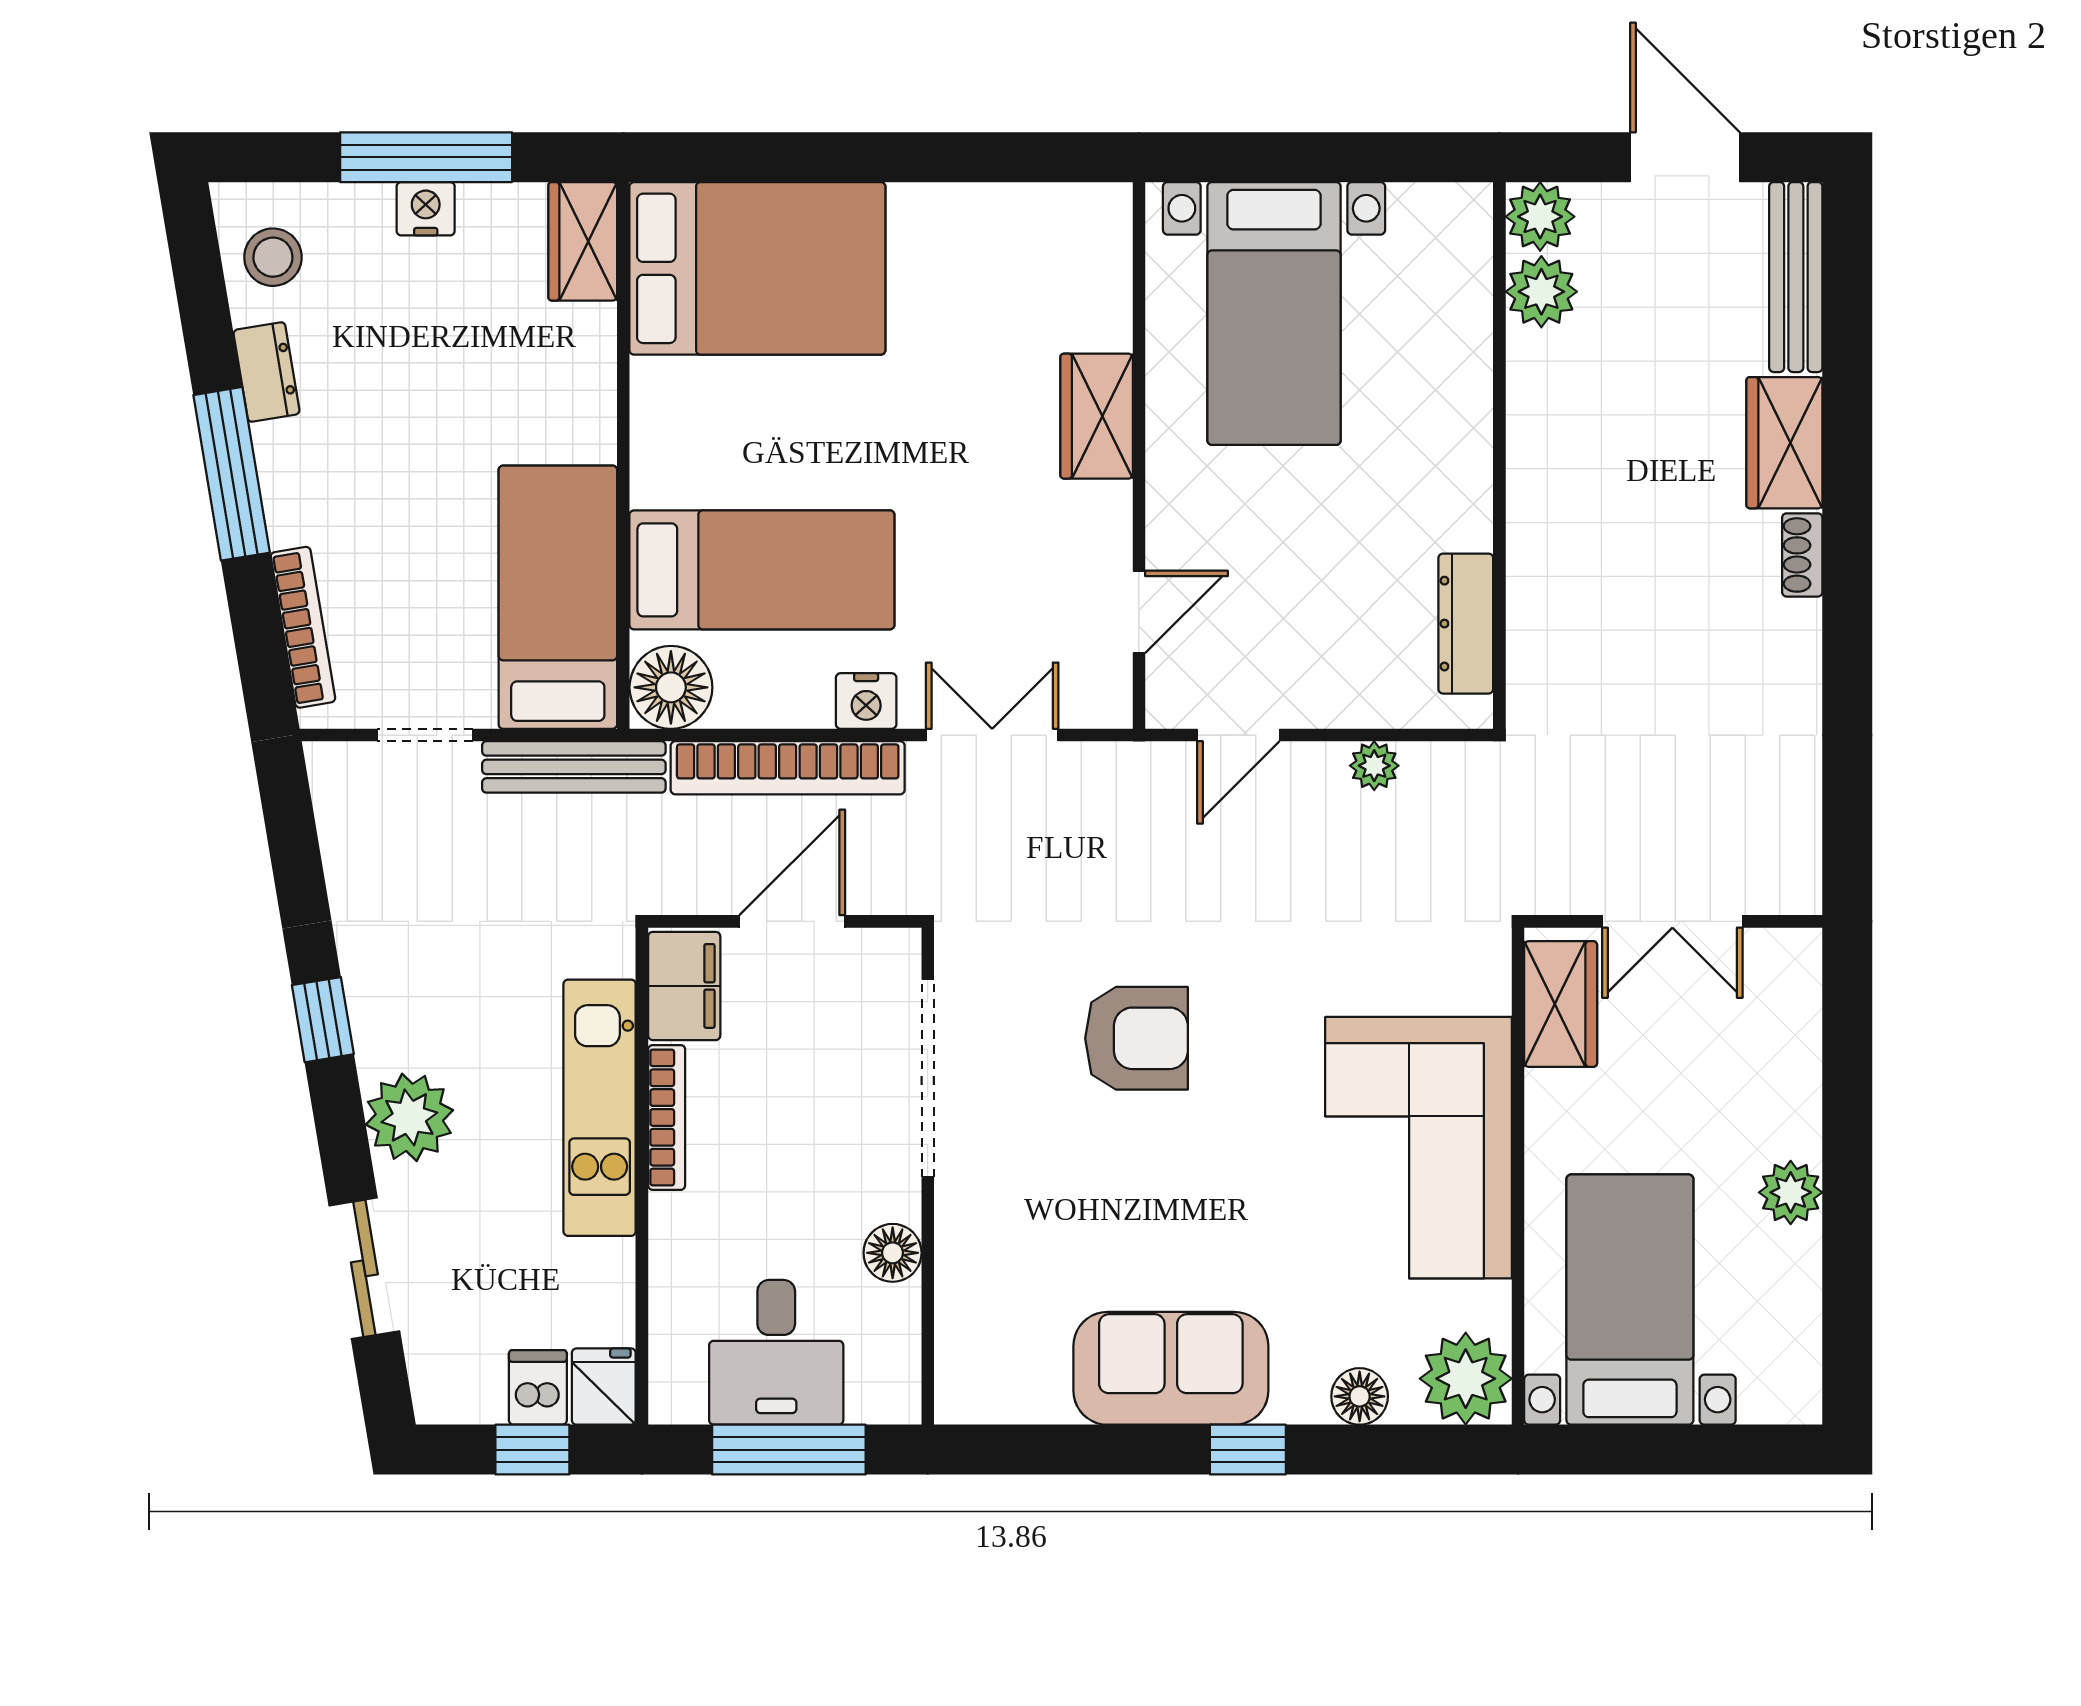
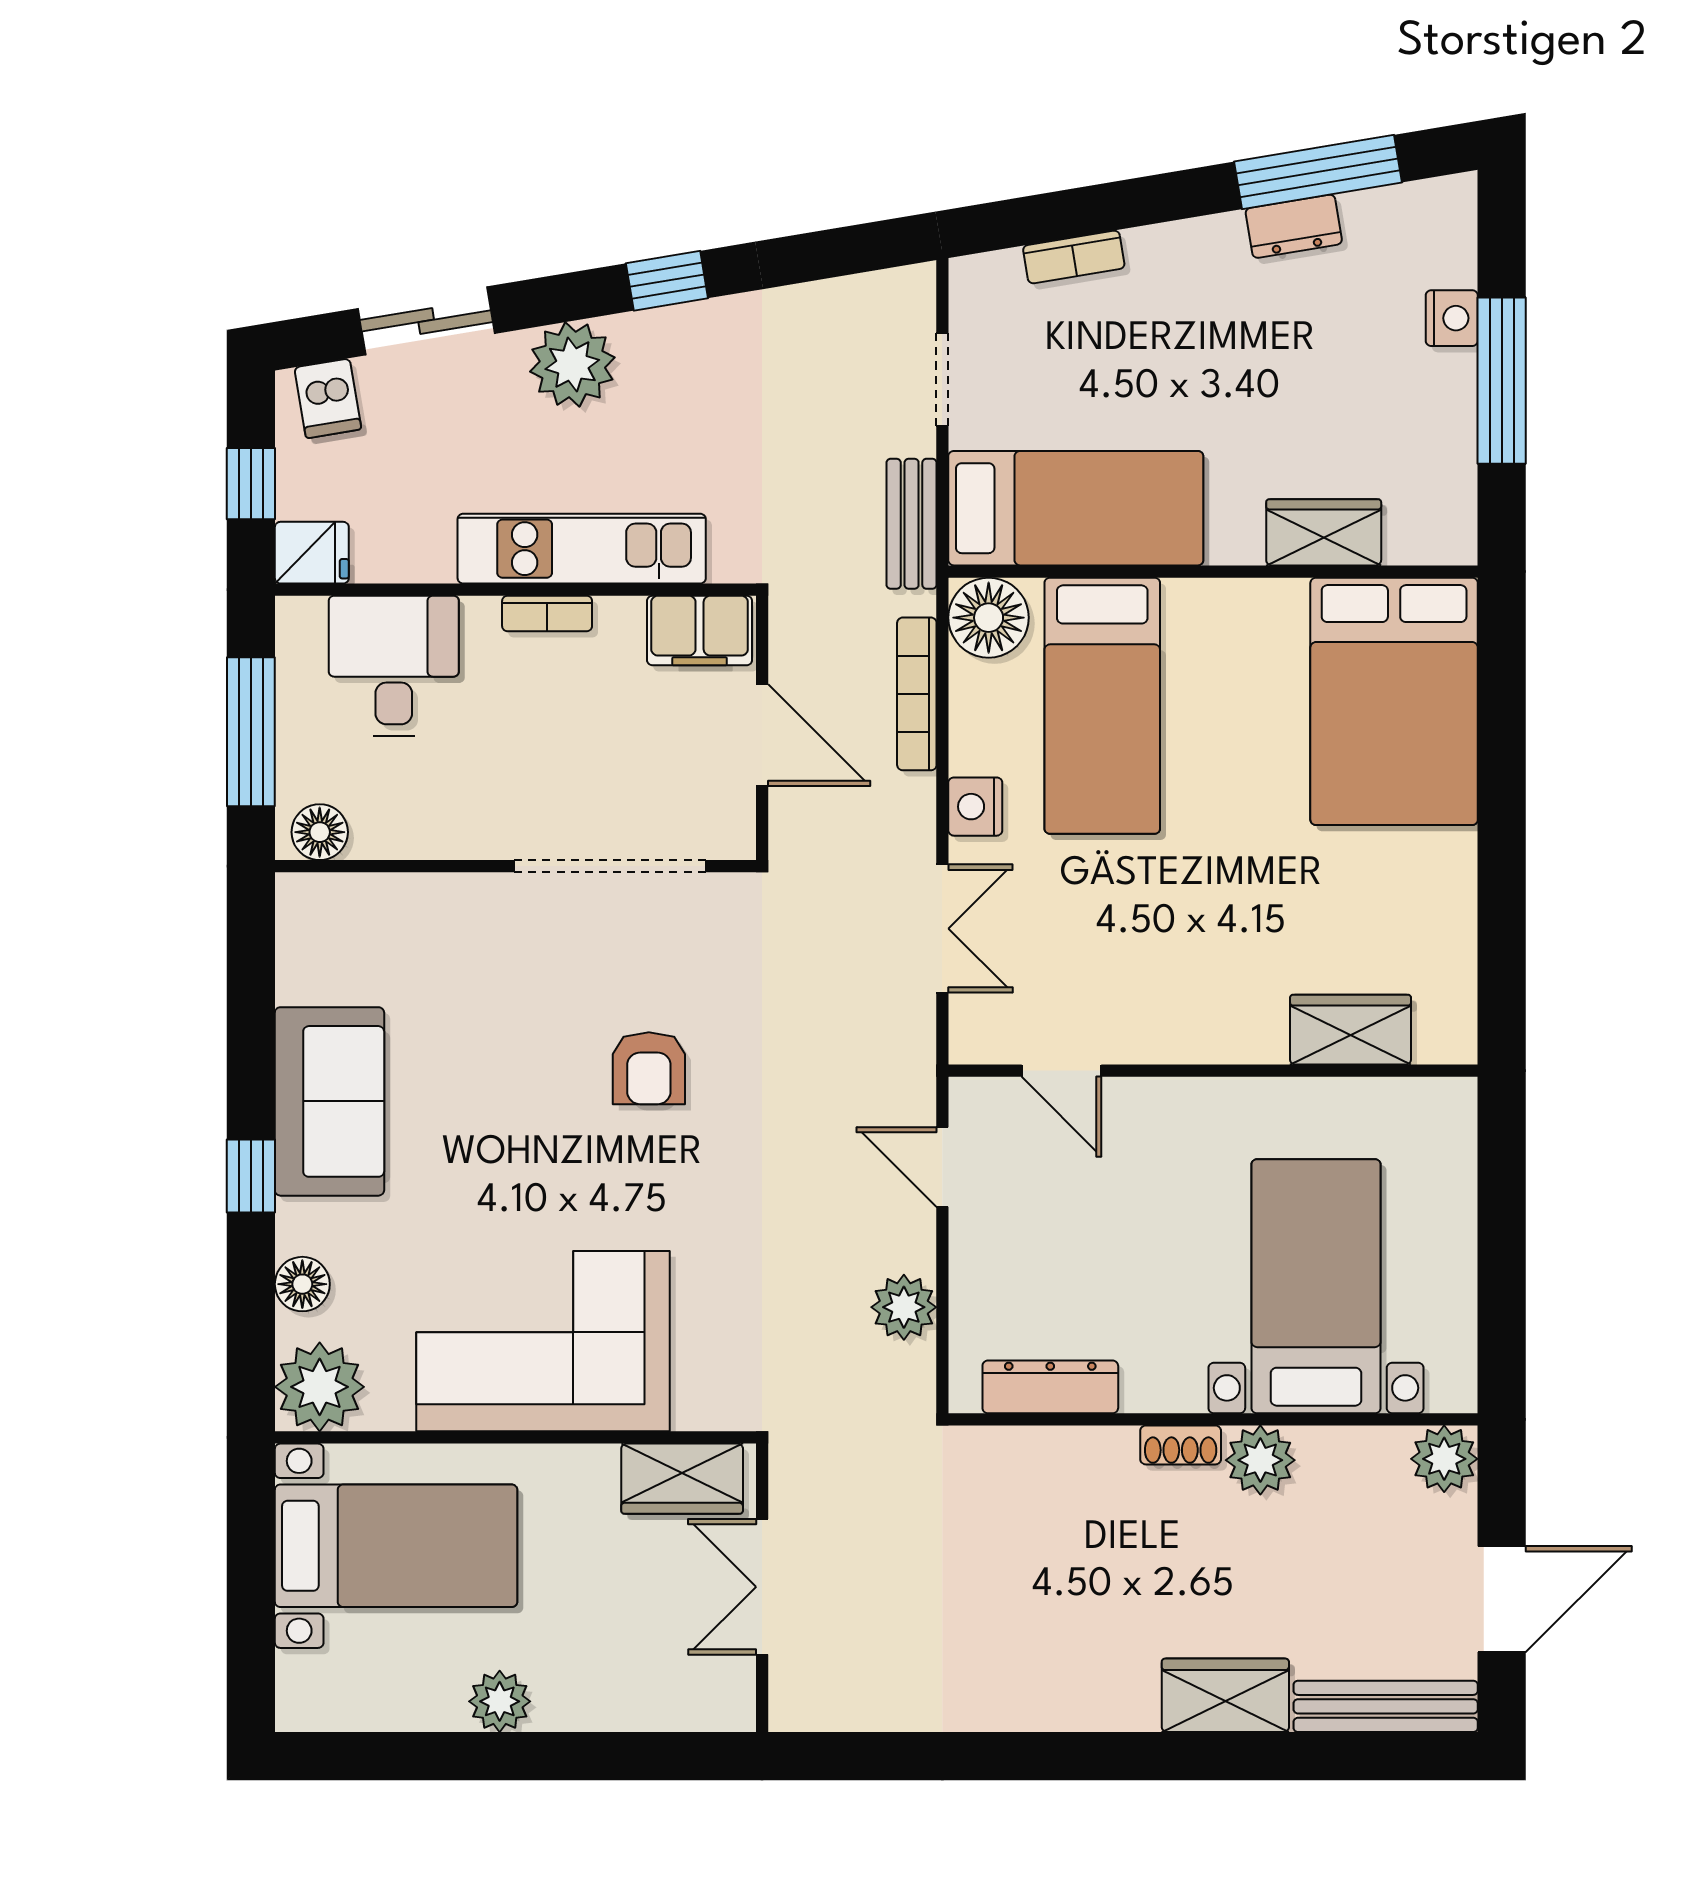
nightstand: (426, 209) -> (1452, 318), moved
wardrobe: (583, 241) -> (1324, 532), moved
stool: (273, 257) -> (1405, 232), removed
plant: (1541, 292) -> (1260, 1460), moved
bed with nightstands: (1274, 313) -> (1316, 1286), moved, turned 90
wardrobe: (1097, 416) -> (1351, 1030), moved
window: (232, 474) -> (1318, 172), moved
shoe rack: (1802, 555) -> (1181, 1445), moved, turned 180
bookcase: (303, 627) -> (1074, 257), width x0.64
plant: (1374, 766) -> (904, 1307), width x1.38, depth x1.38
bench: (574, 767) -> (912, 524), width x0.73
bookcase: (788, 768) -> (917, 694), width x0.68, depth x0.76
armchair: (1137, 1038) -> (649, 1068), width x0.72, depth x0.72
bookcase: (667, 1117) -> (547, 614), width x0.64
floor lamp: (893, 1253) -> (320, 832), moved
desk: (776, 1352) -> (394, 666), moved, turned 90
dishwasher: (538, 1387) -> (328, 398), moved, turned 81

